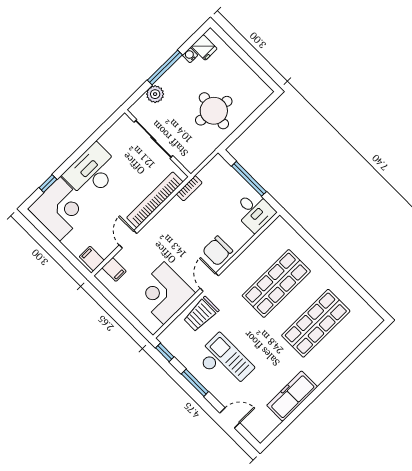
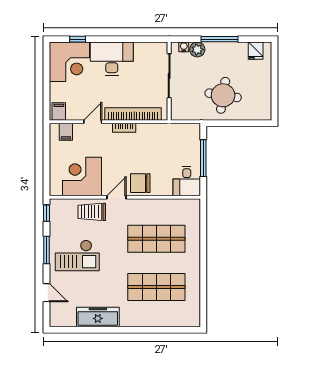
water cooler: (190, 55) -> (184, 47), moved
bookcase: (189, 188) -> (124, 128), moved
checkout: (225, 362) -> (77, 255), turned 90

